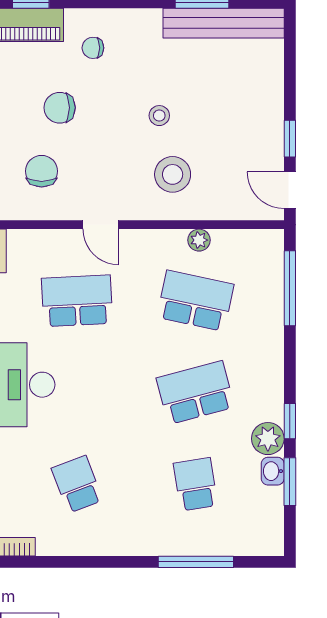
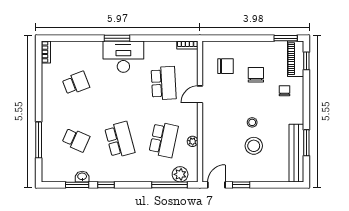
stool: (173, 174) -> (254, 146), moved
plant: (268, 439) -> (180, 174), moved
school desk: (195, 484) -> (76, 140), turned 33

